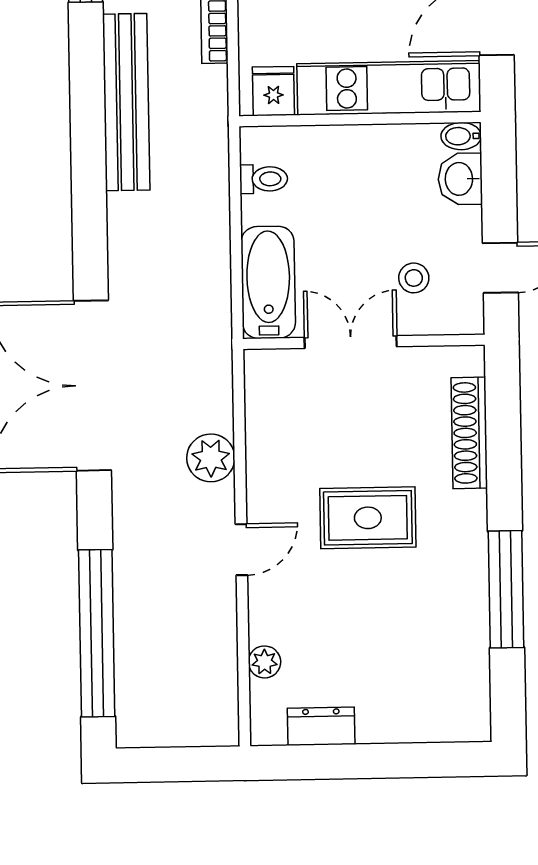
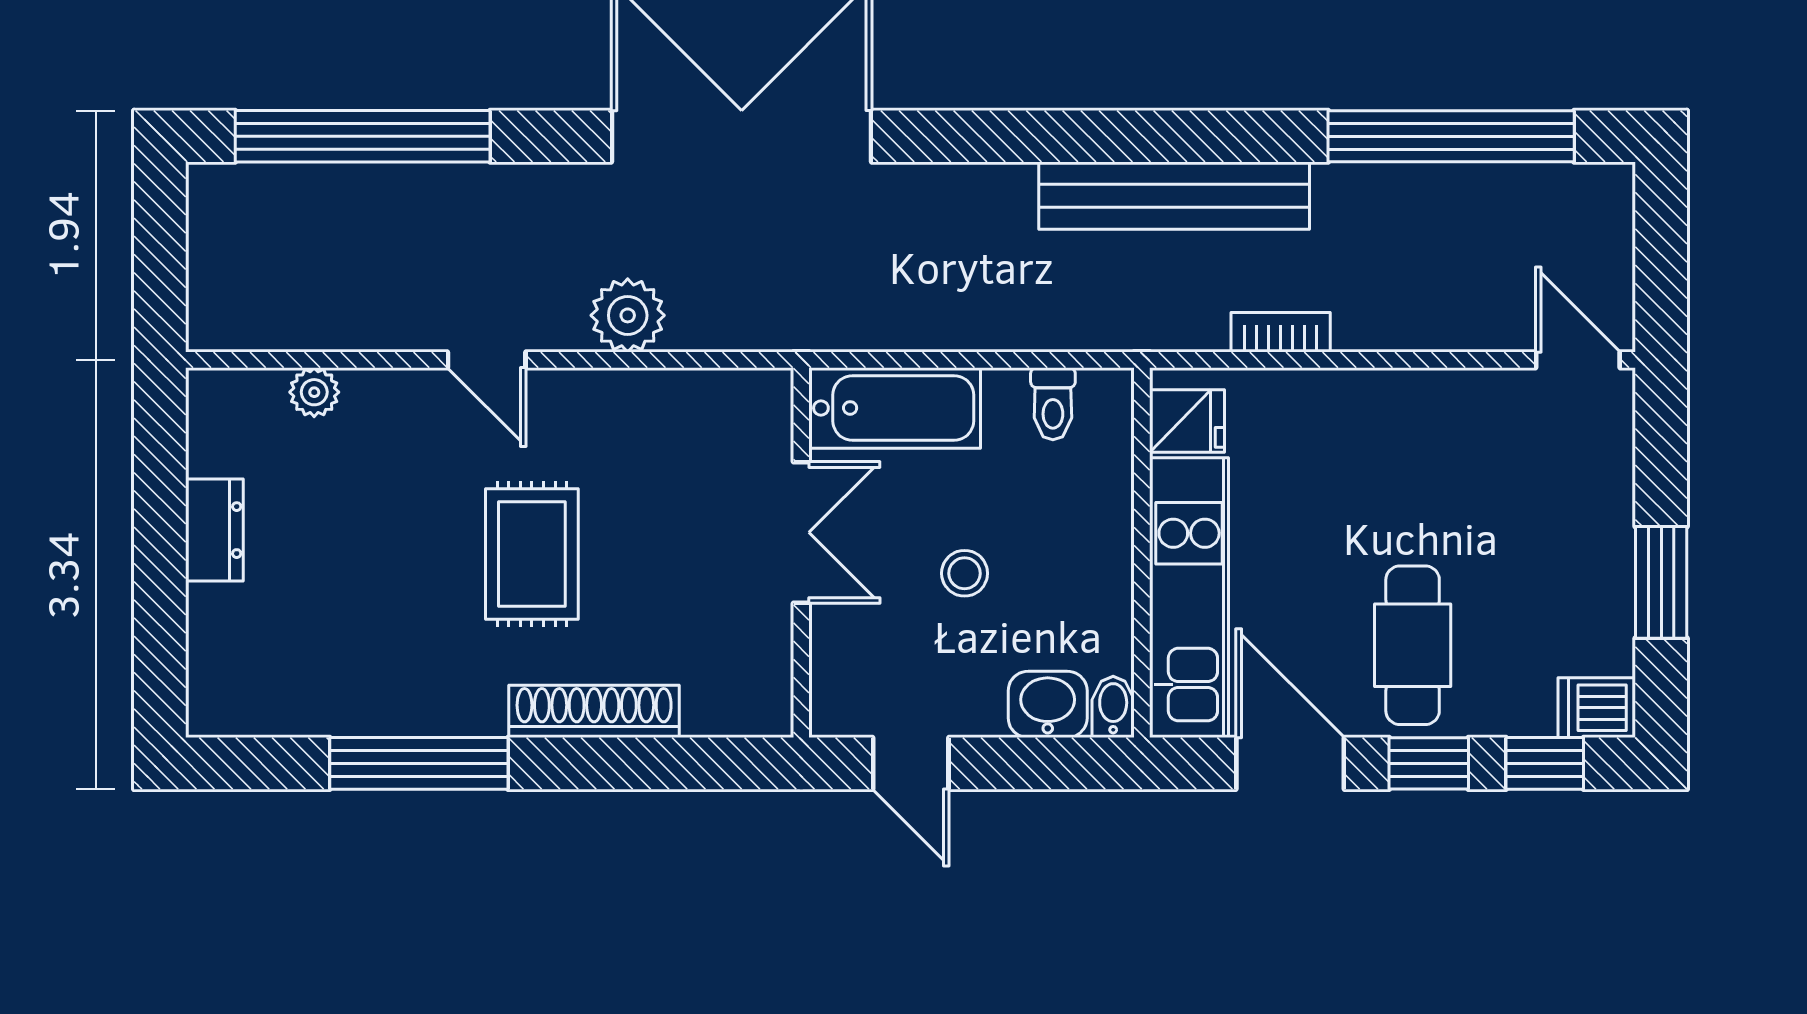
stool: (414, 278) -> (965, 573), moved
shoe rack: (469, 433) -> (594, 711), moved
dresser: (321, 726) -> (214, 530), moved

